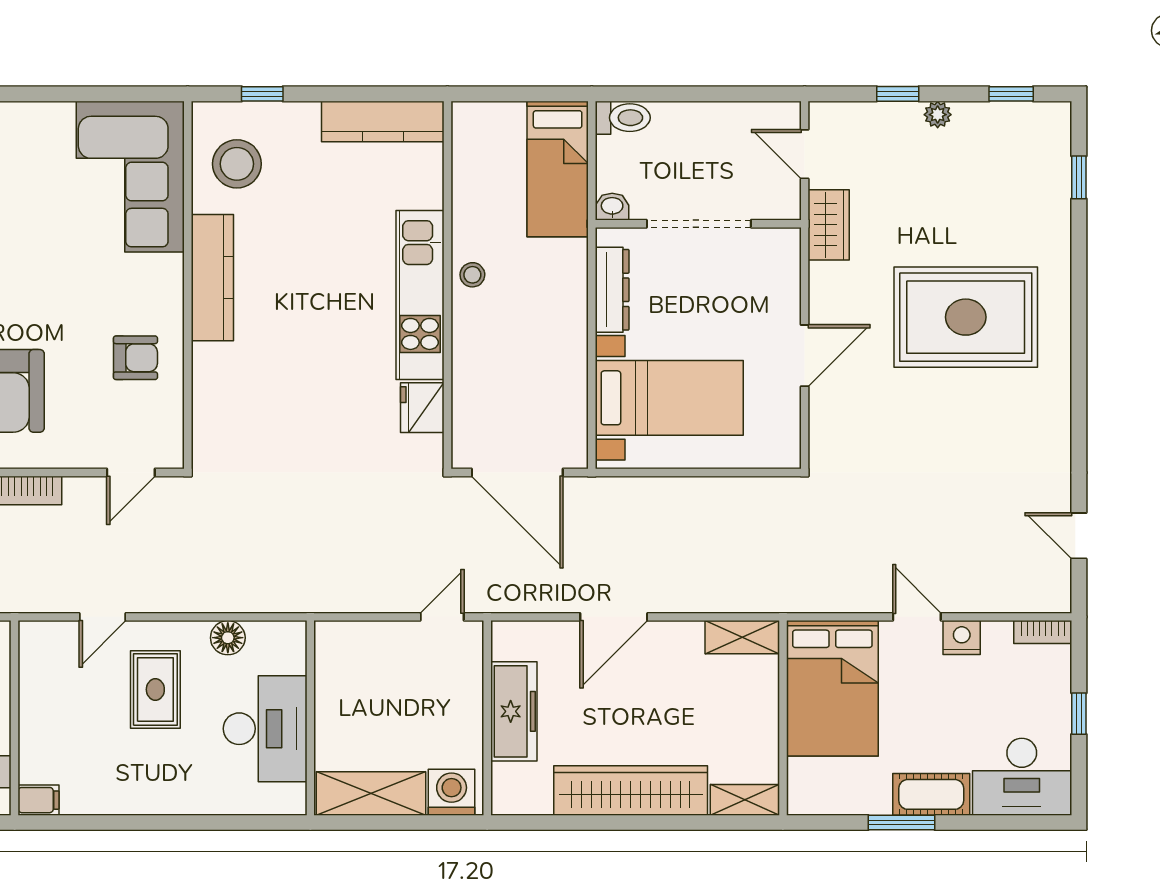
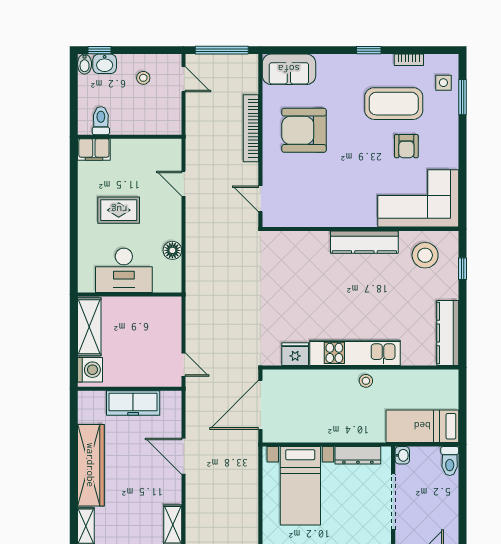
armchair: (135, 358) -> (406, 146), moved
rug: (155, 689) -> (119, 210), moved
filing cabinet: (38, 800) -> (94, 149), width x2.00

